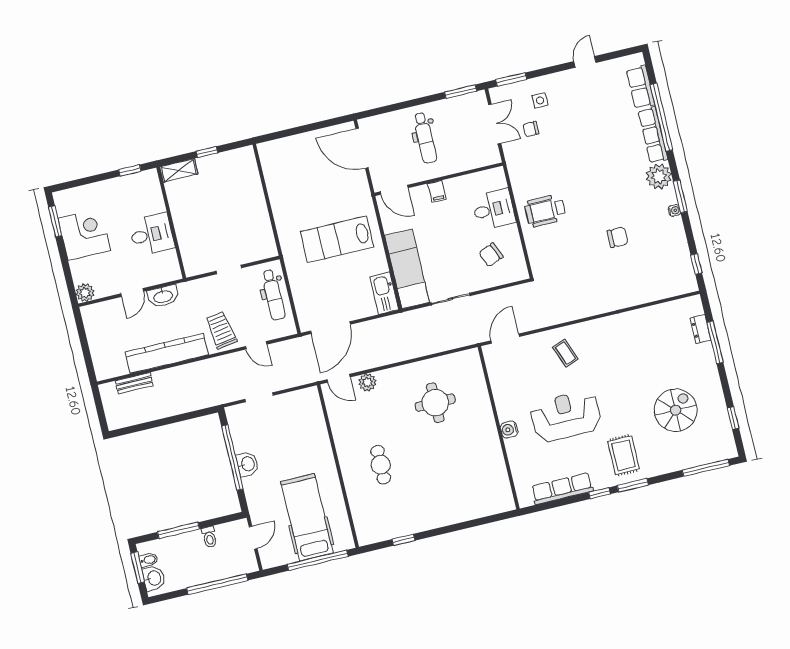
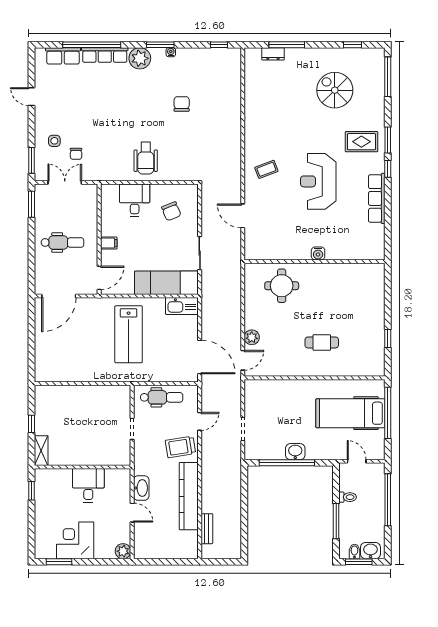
wall: (499, 428) -> (315, 262), moved
water cooler: (509, 430) -> (318, 253), moved

